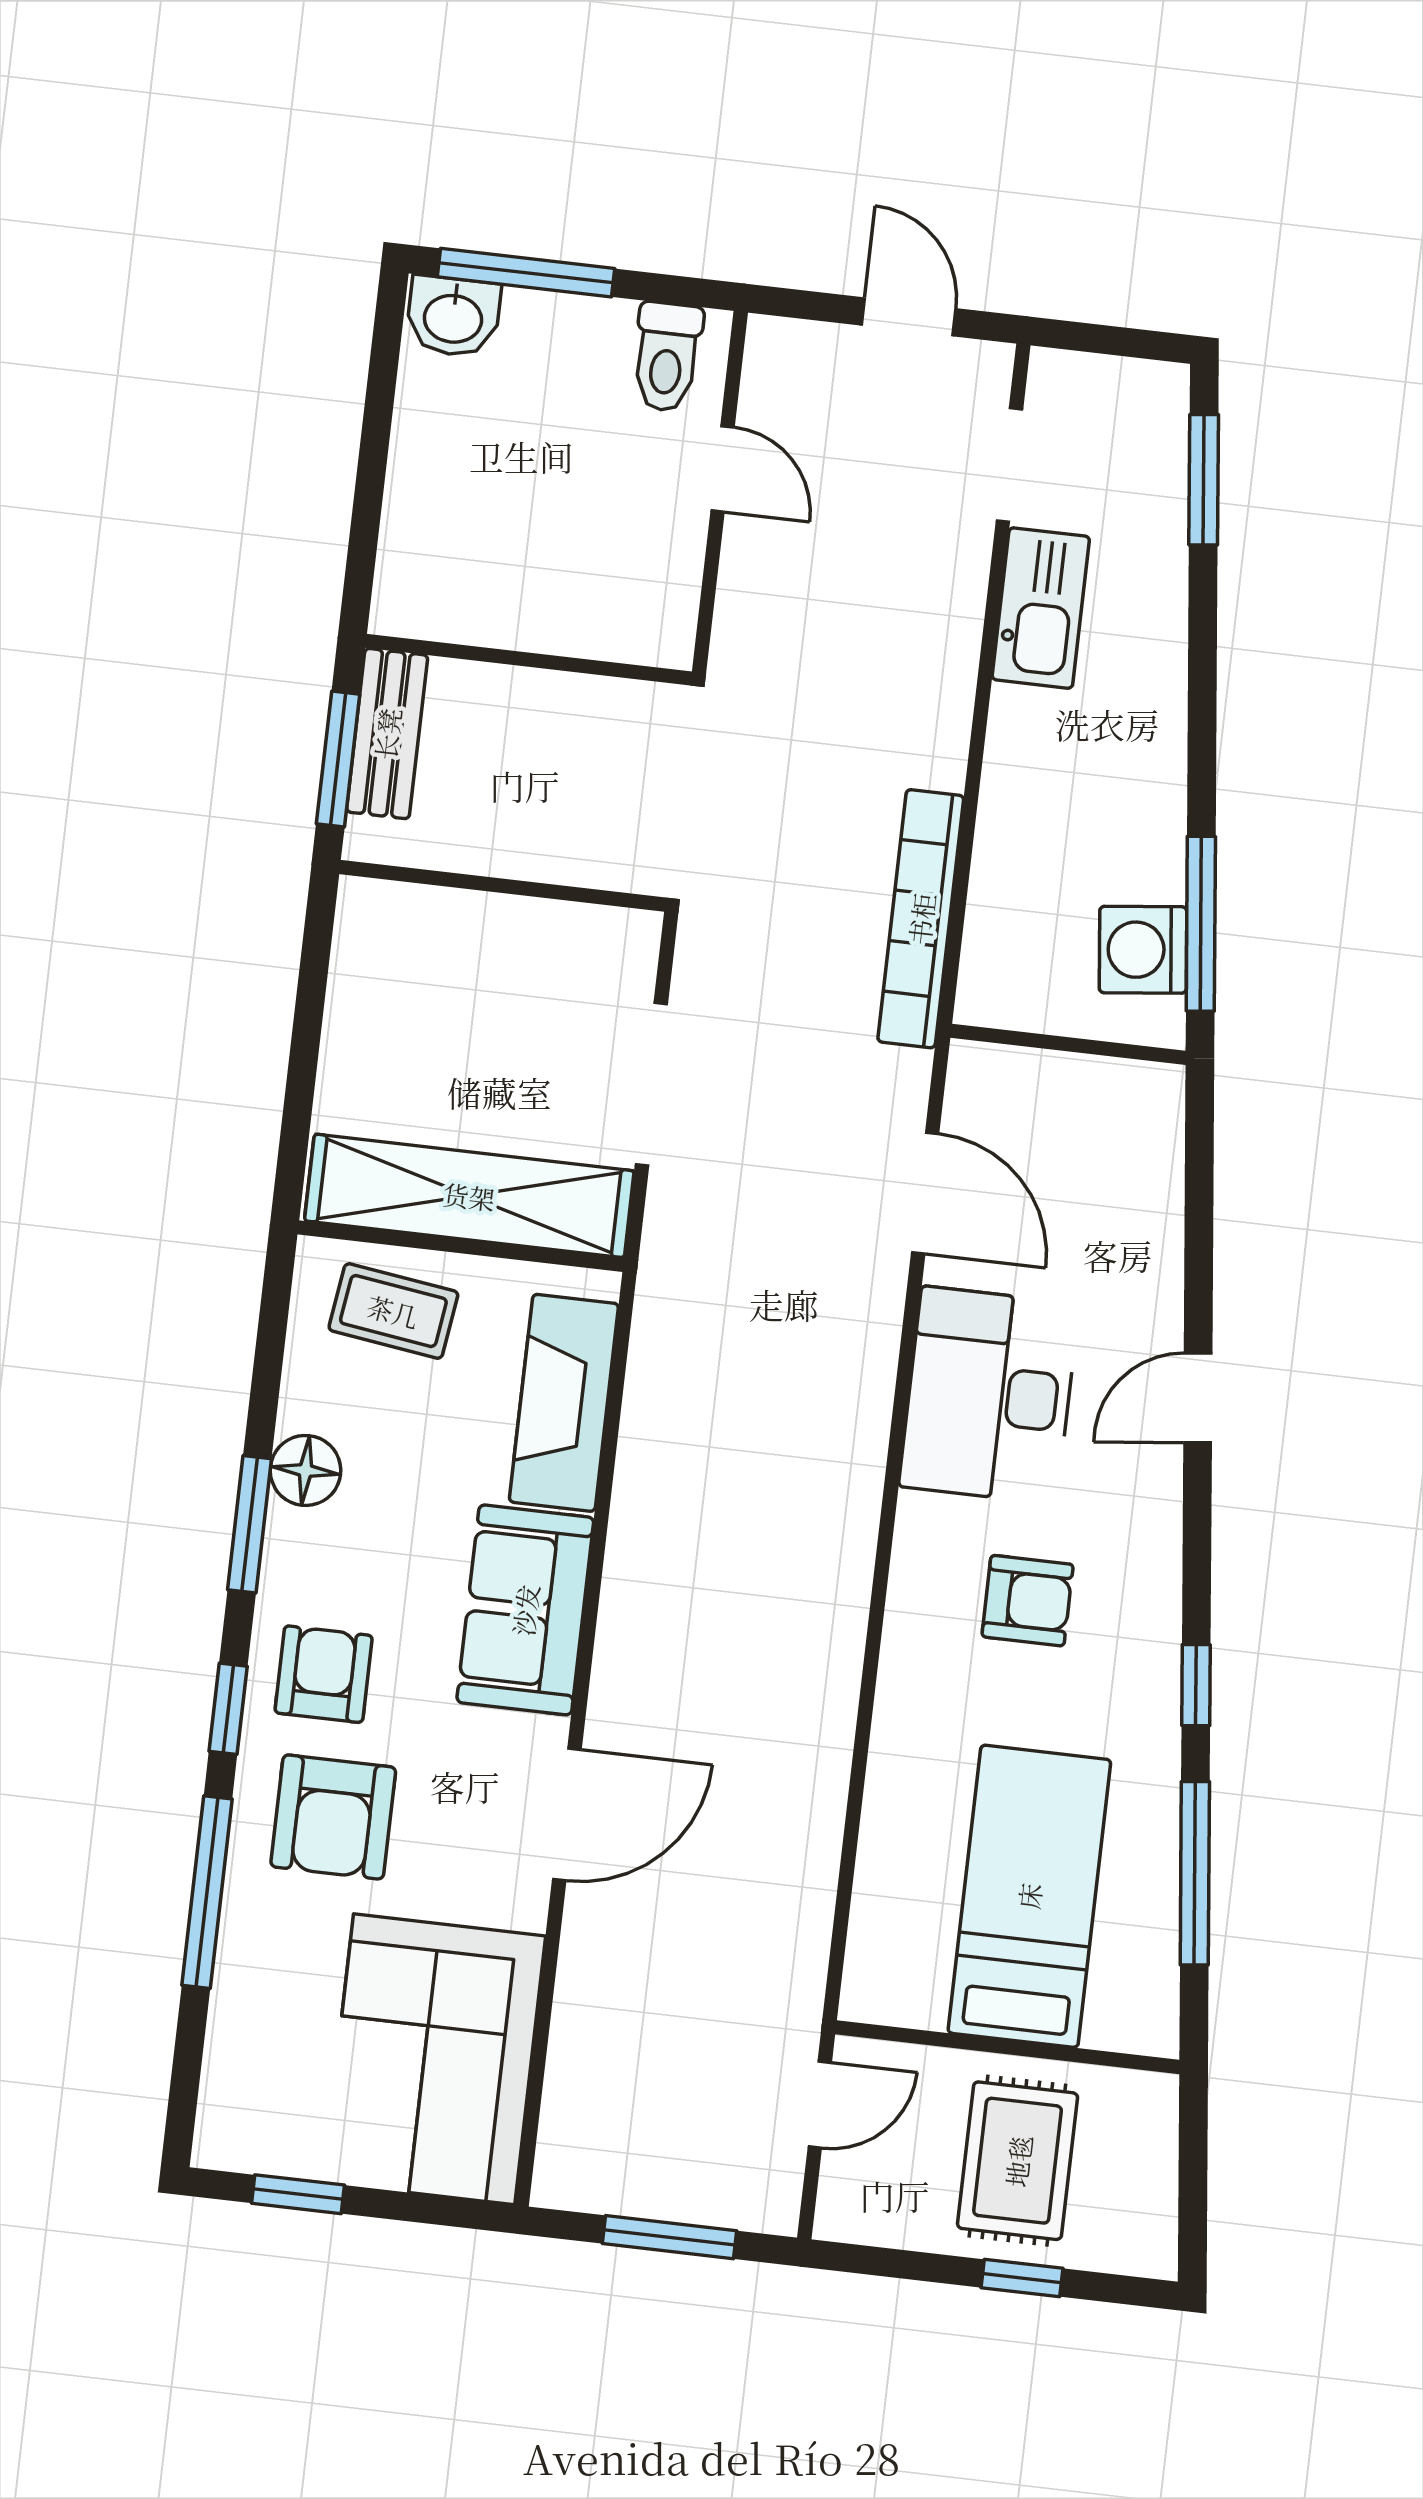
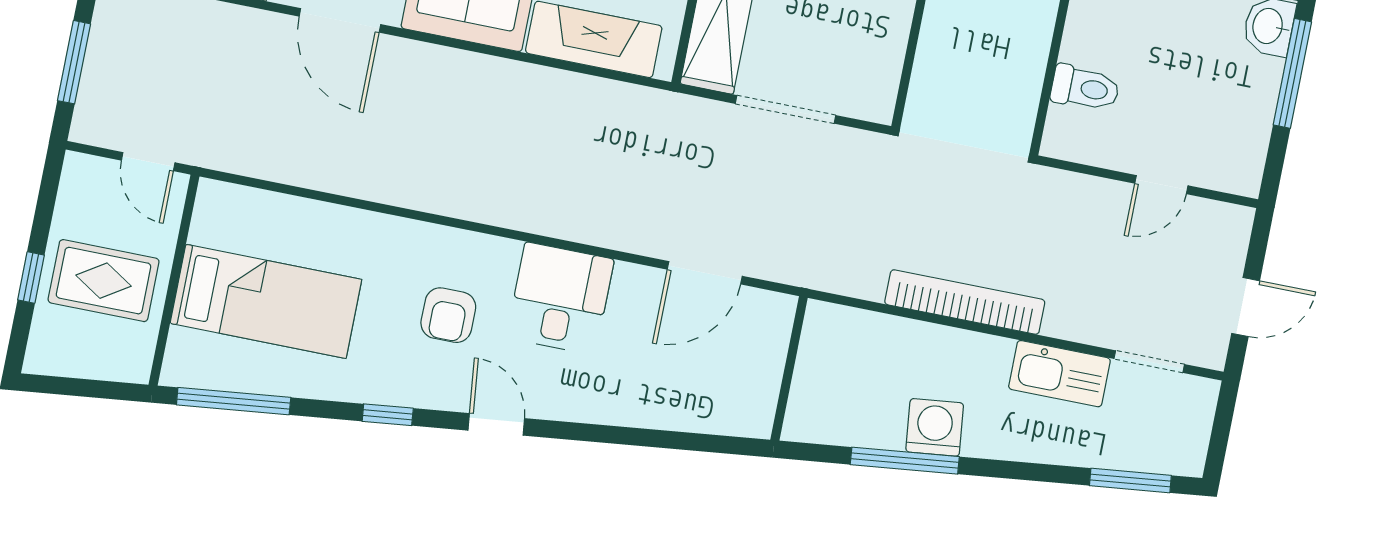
toilet: (667, 357) -> (1085, 88), moved, turned 180
bookcase: (921, 919) -> (965, 302), moved
window: (1201, 924) -> (905, 461), moved
washing machine: (1143, 950) -> (935, 427), moved
desk: (989, 1395) -> (560, 299), width x0.73
door: (1198, 1398) -> (496, 424), moved
window: (1195, 1873) -> (234, 401), moved

